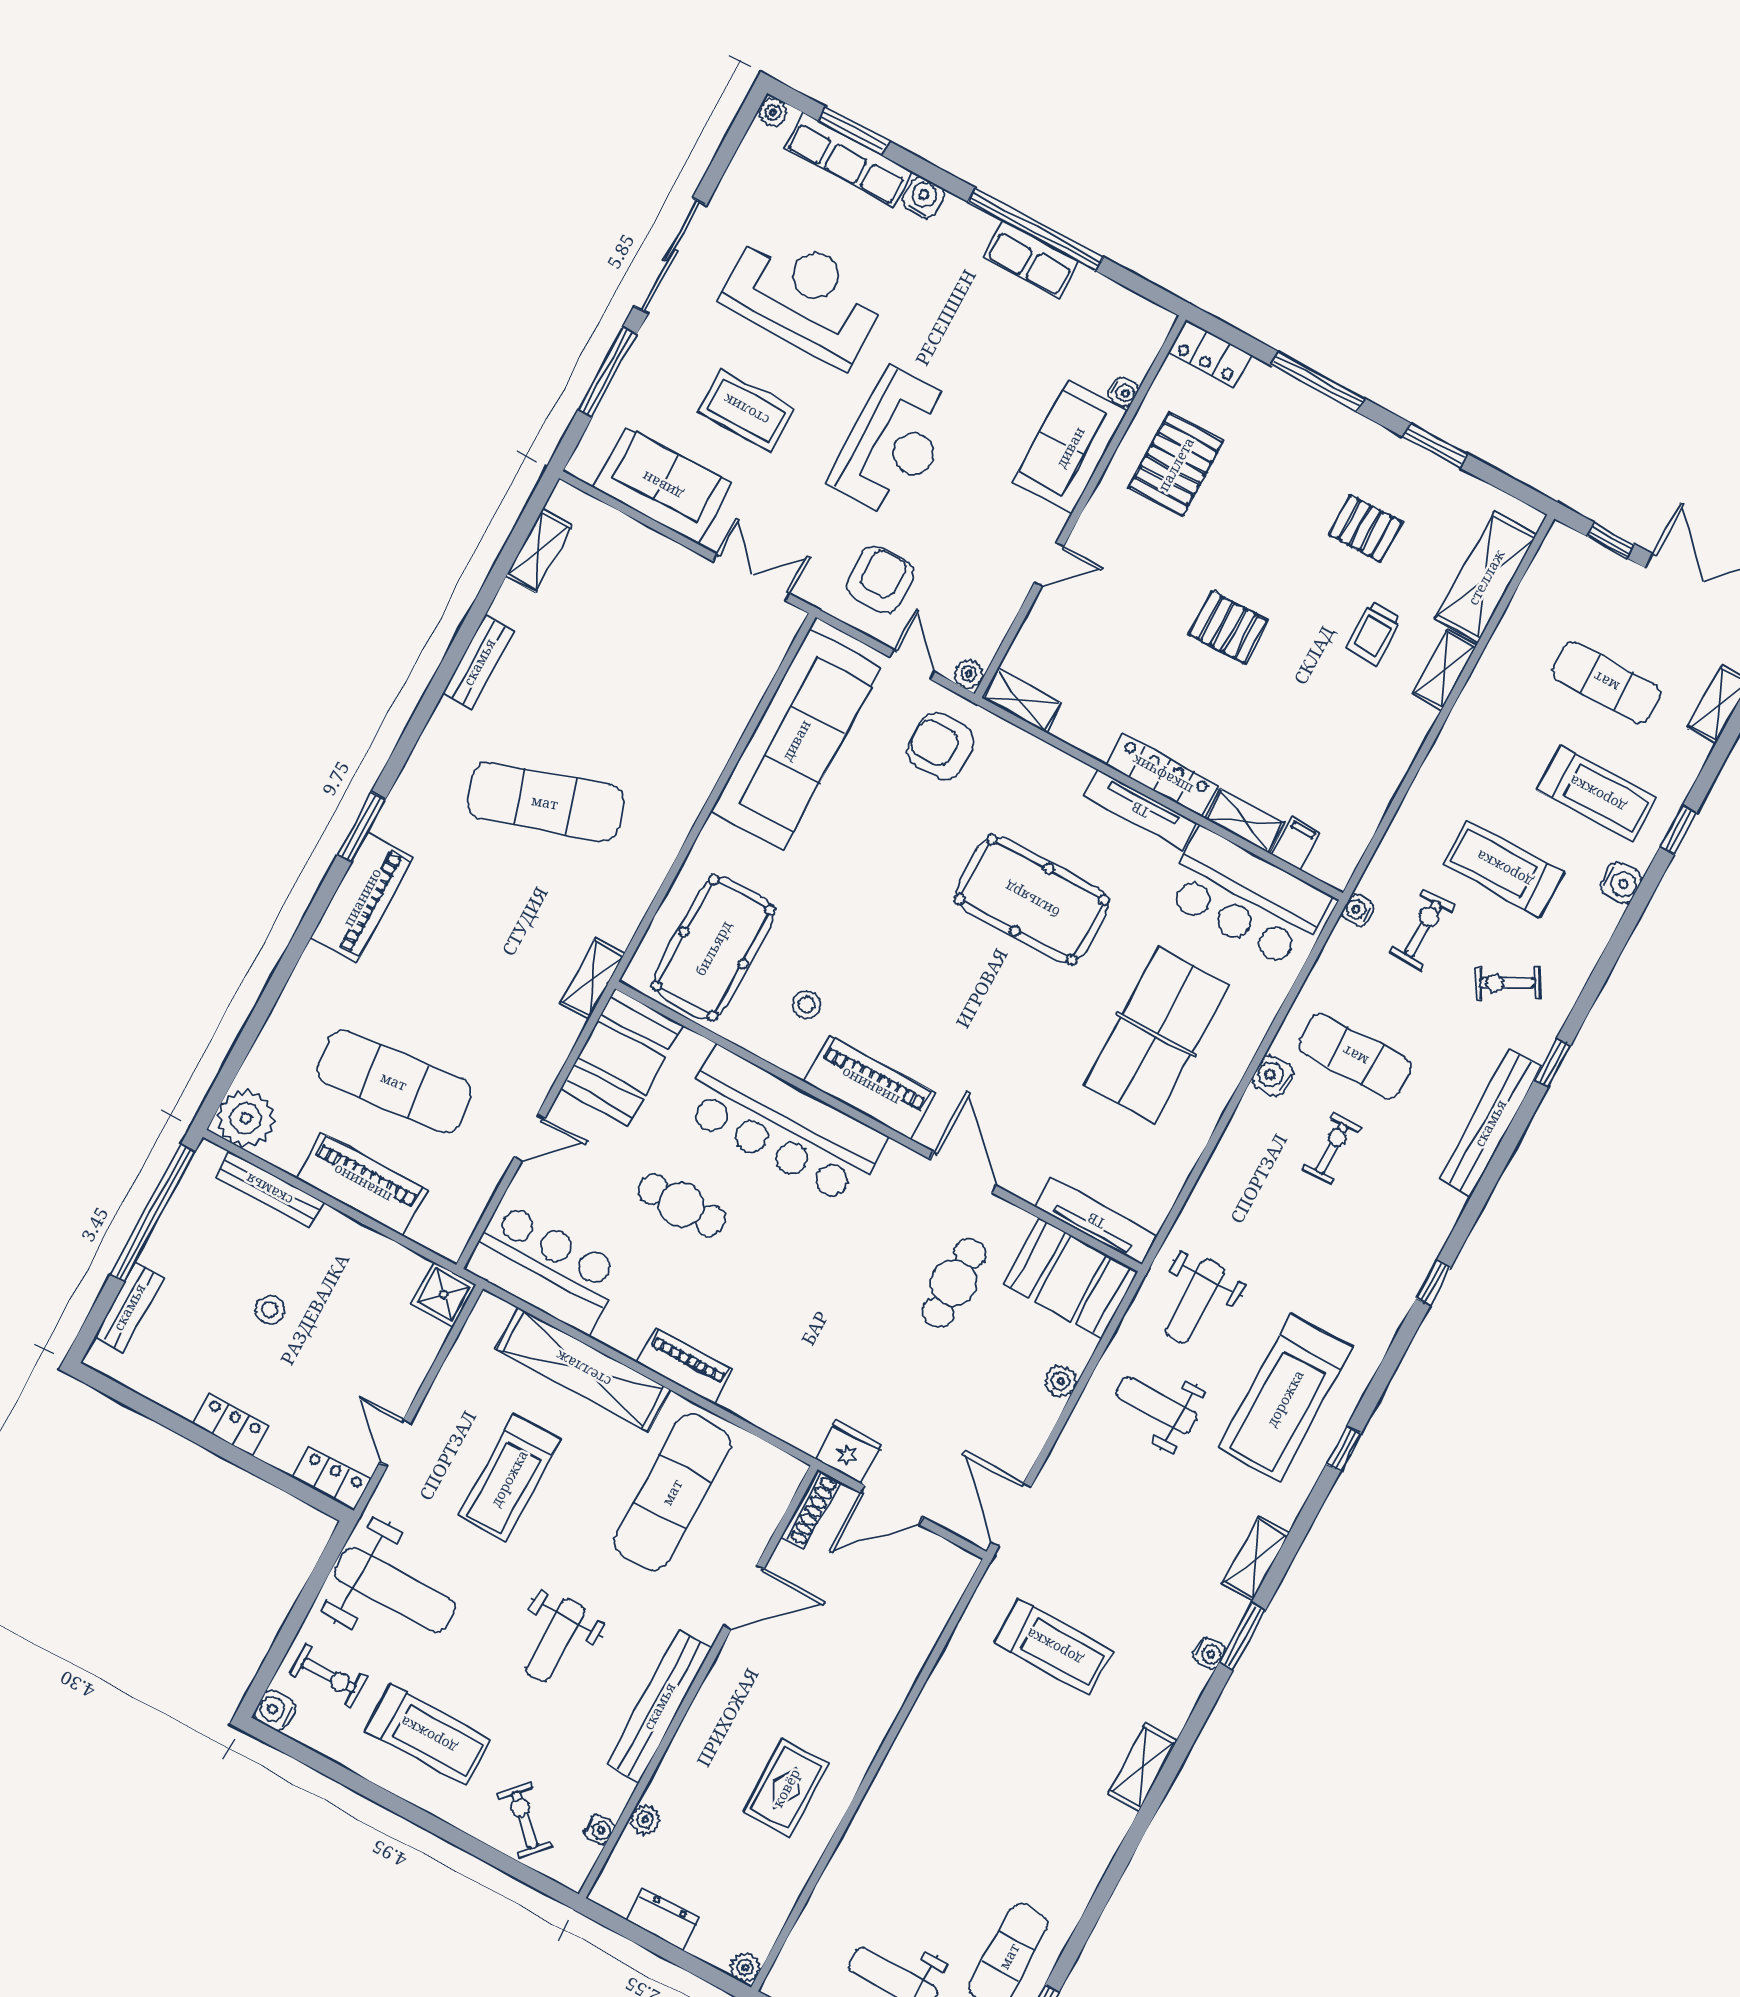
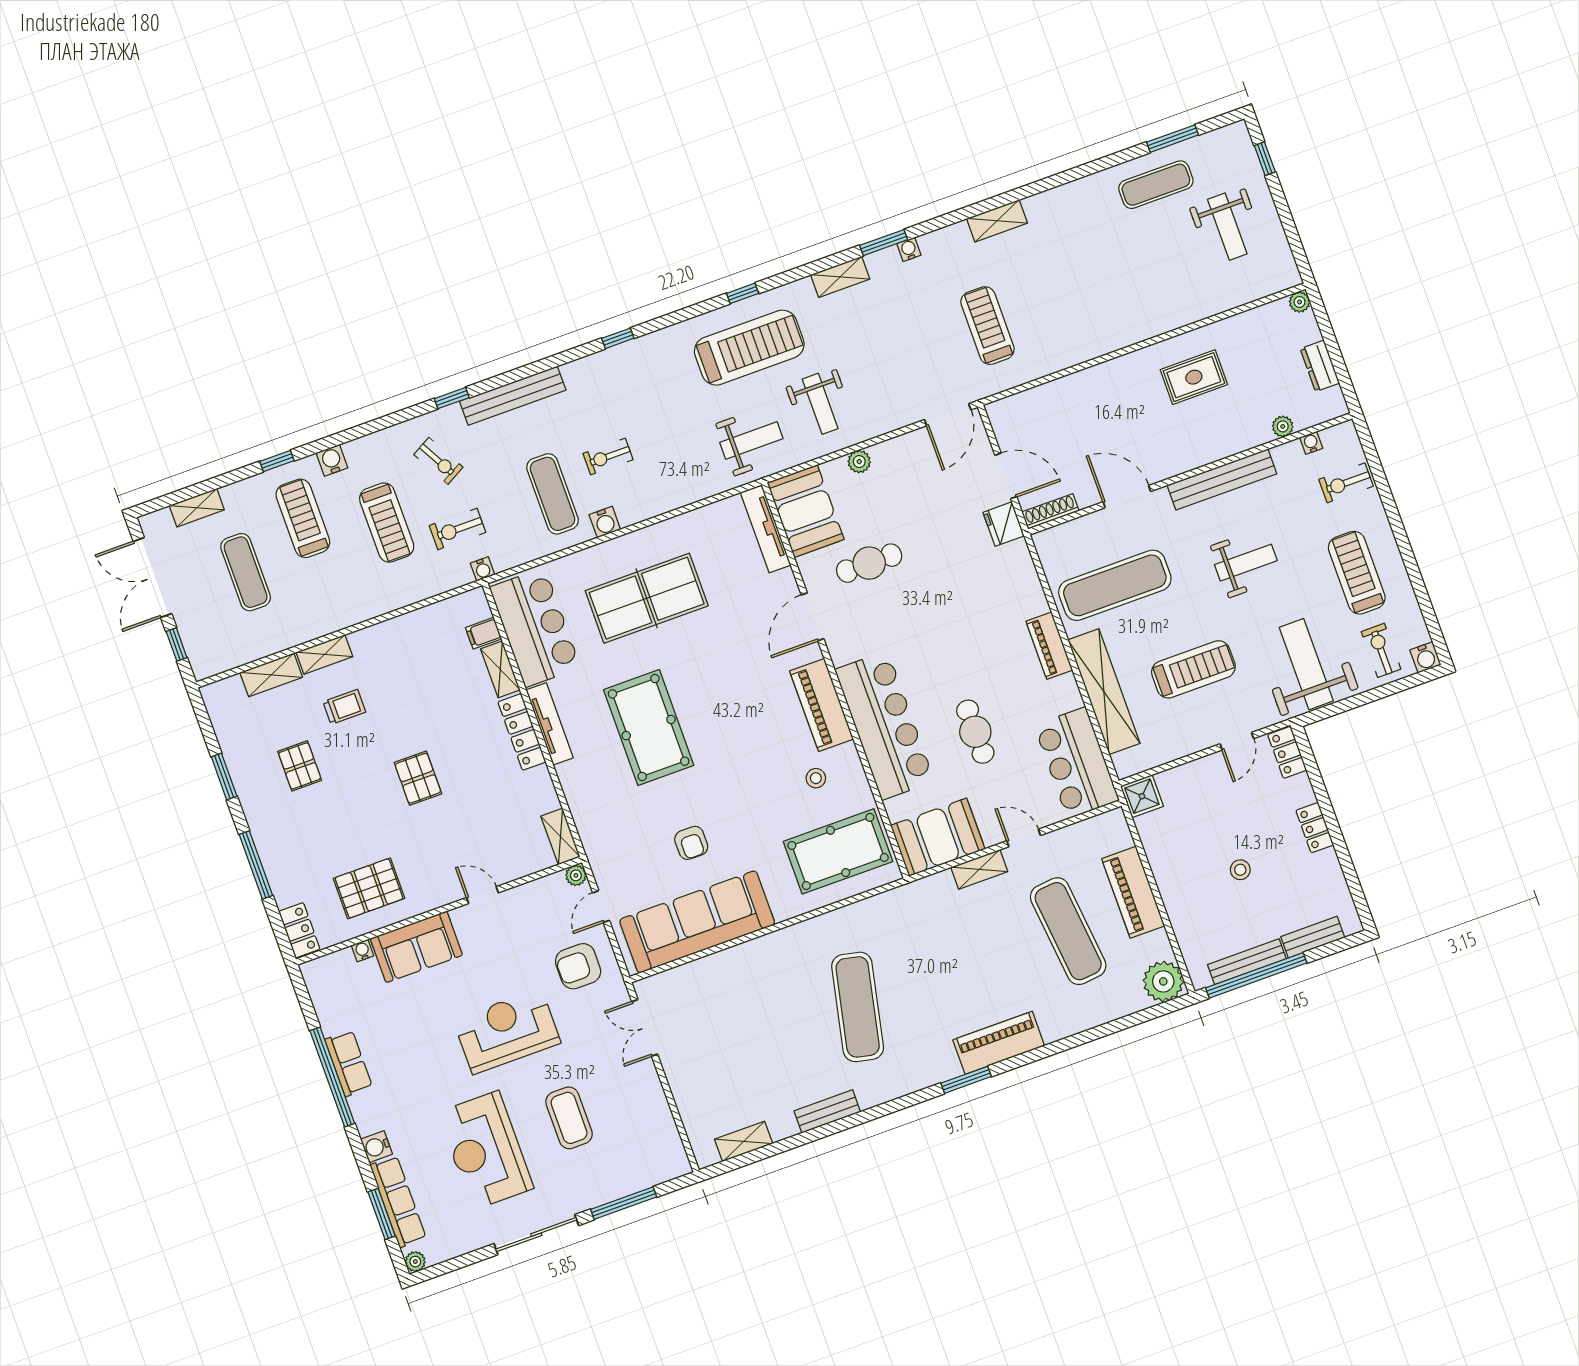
sofa: (662, 486) -> (648, 1118), removed
shelving: (1486, 577) -> (271, 675), width x0.67, depth x0.75
armchair: (941, 746) -> (691, 843), moved, width x0.72, depth x0.72
exercise mat: (545, 802) -> (858, 1007), turned 30
shelving: (592, 979) -> (979, 869), moved
bench: (269, 1190) -> (1247, 962), moved, turned 90
exercise bike: (524, 1820) -> (1346, 483), turned 47

